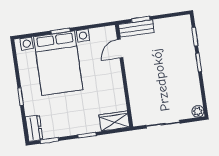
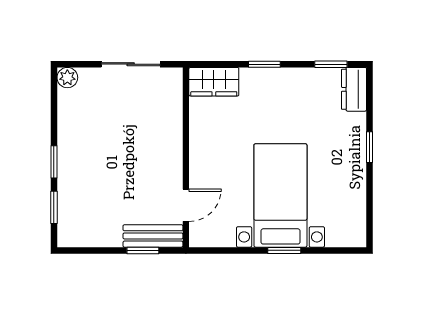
bed with nightstands: (58, 63) -> (280, 195), width x0.73

